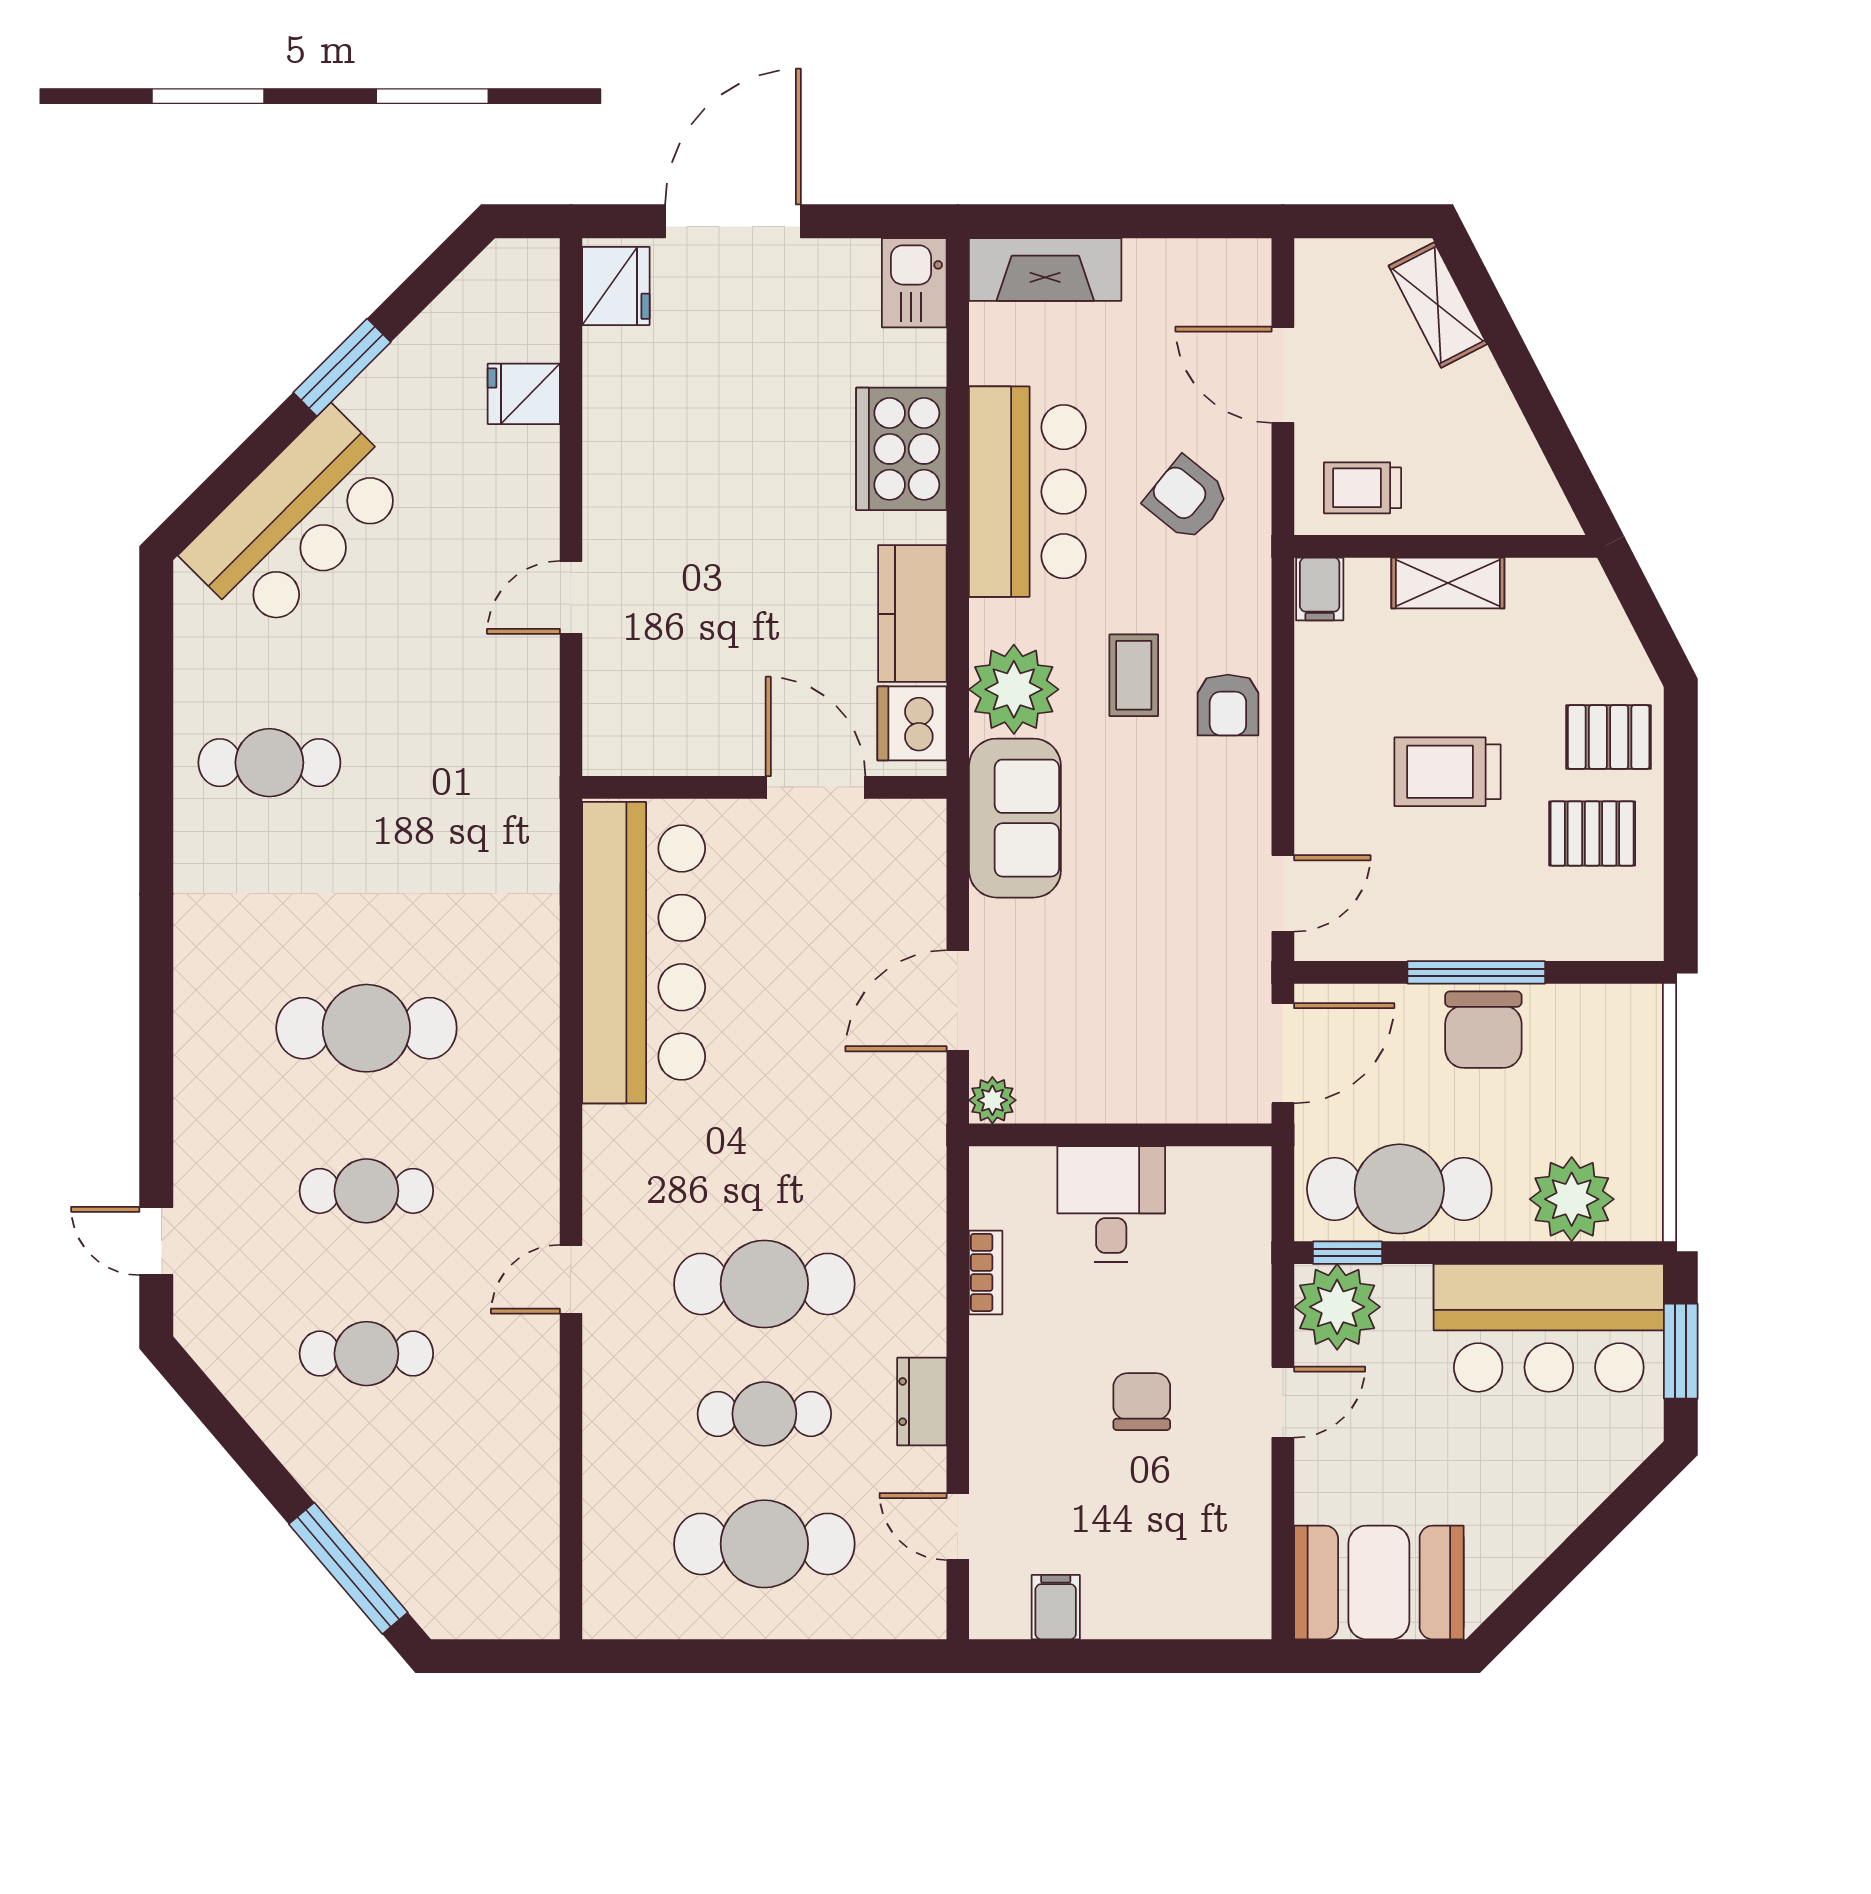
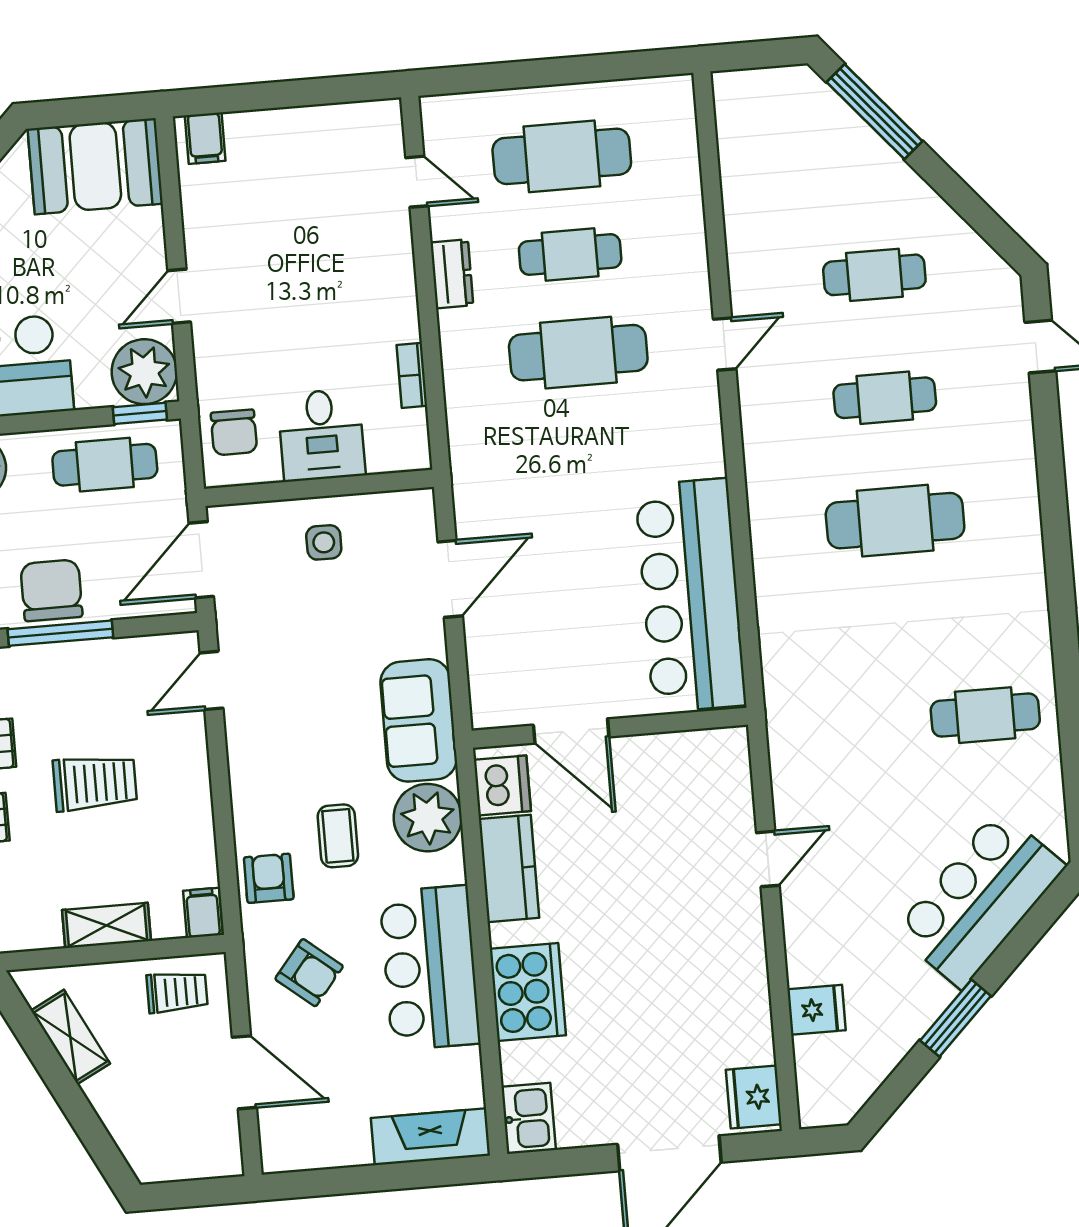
shelving: (1438, 305) -> (70, 1037), moved
armchair: (1228, 705) -> (269, 878), moved
side table: (1120, 1063) -> (324, 542), added
plant: (992, 1100) -> (418, 506), removed
cafe table: (1399, 1189) -> (105, 465), width x0.73, depth x0.74
chair: (1142, 1402) -> (234, 432), moved
filing cabinet: (1056, 1607) -> (205, 138), moved

